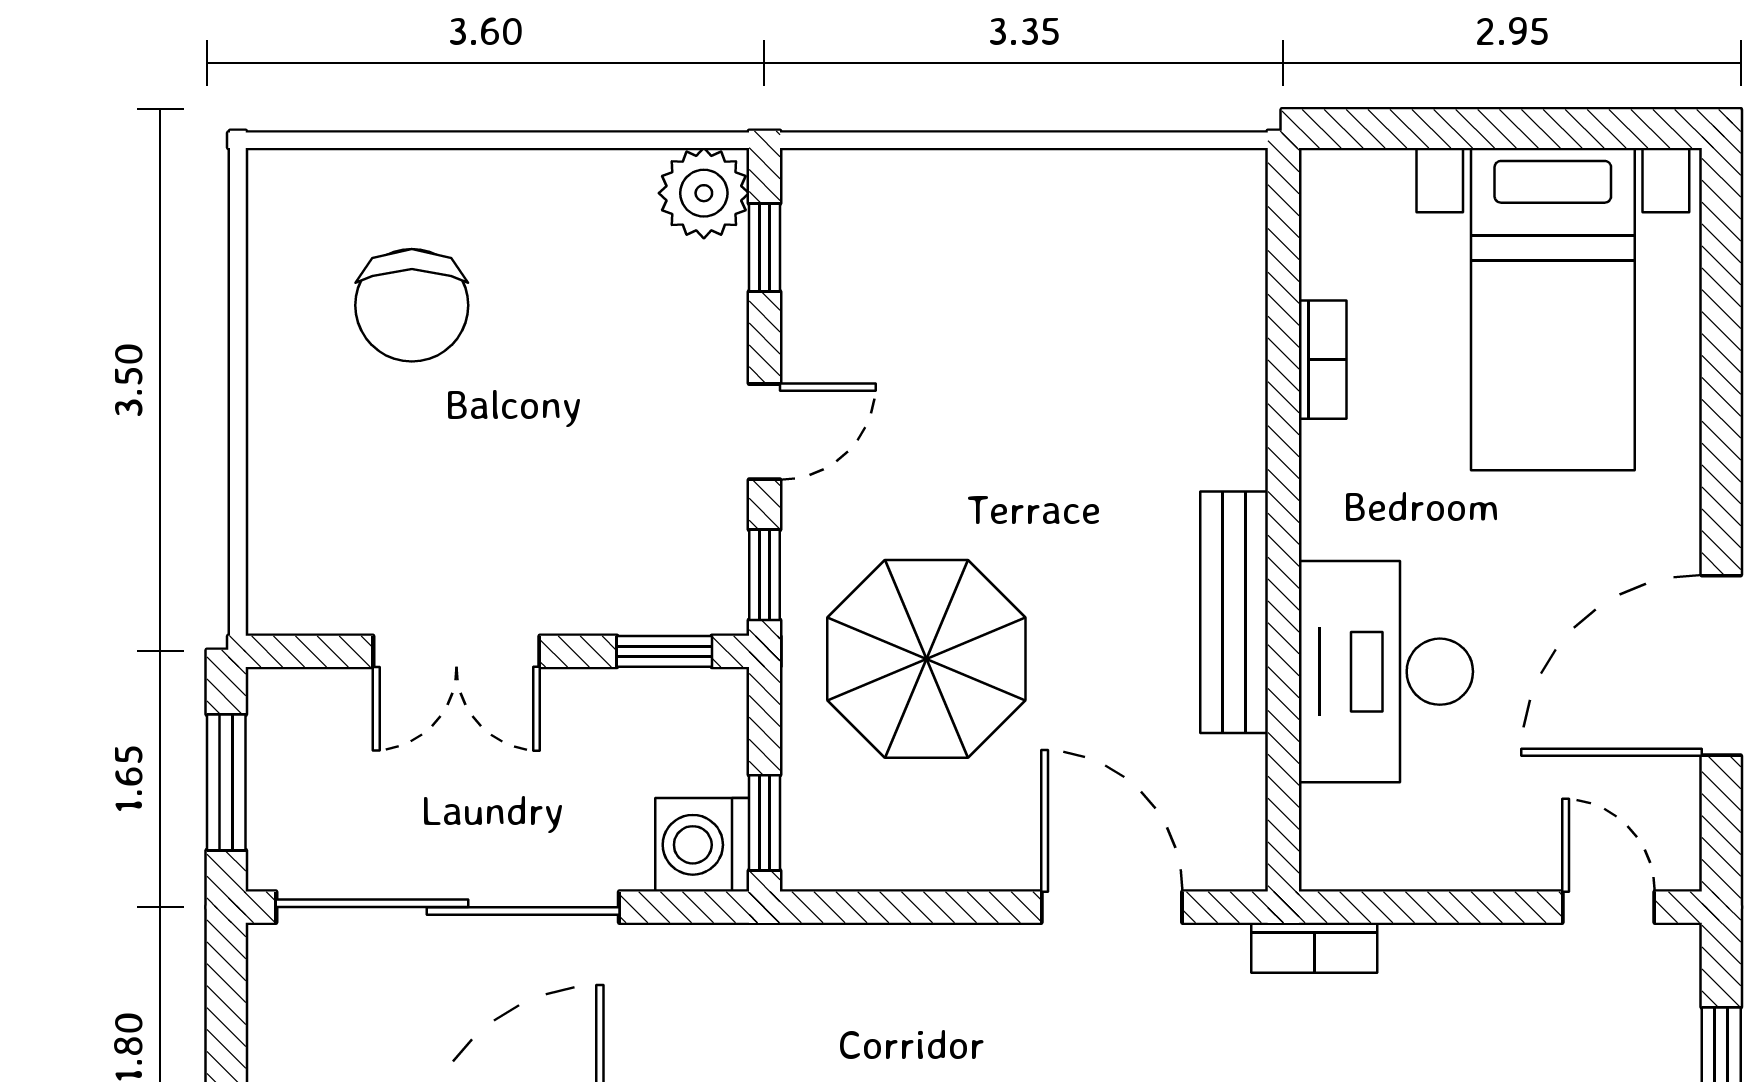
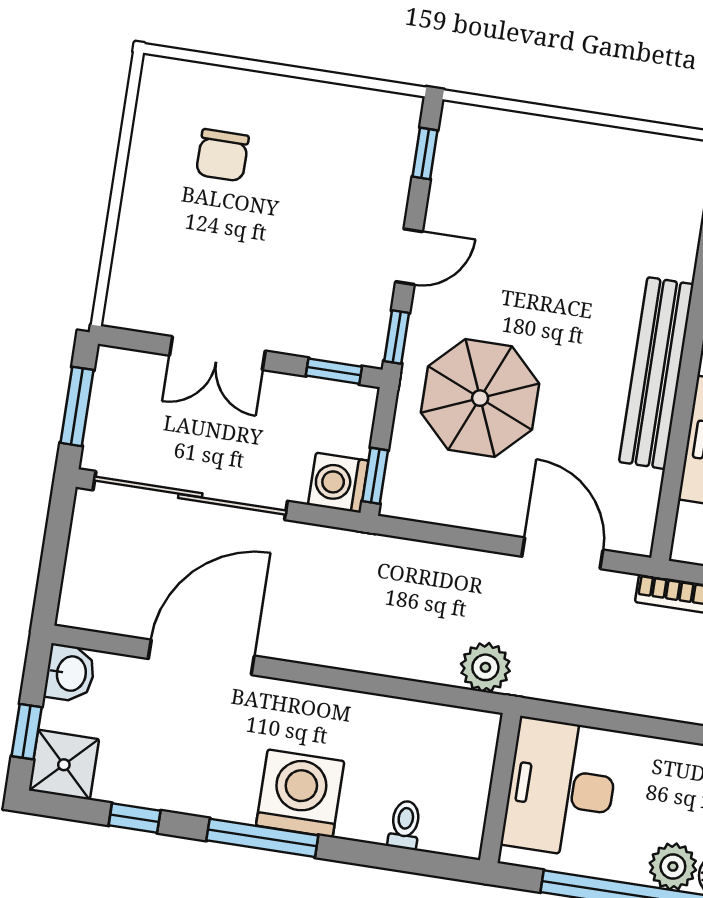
plant: (704, 193) -> (396, 118), removed
chair: (412, 305) -> (222, 155), width x0.73, depth x0.73
bench: (1234, 612) -> (656, 373), width x1.37, depth x1.21

